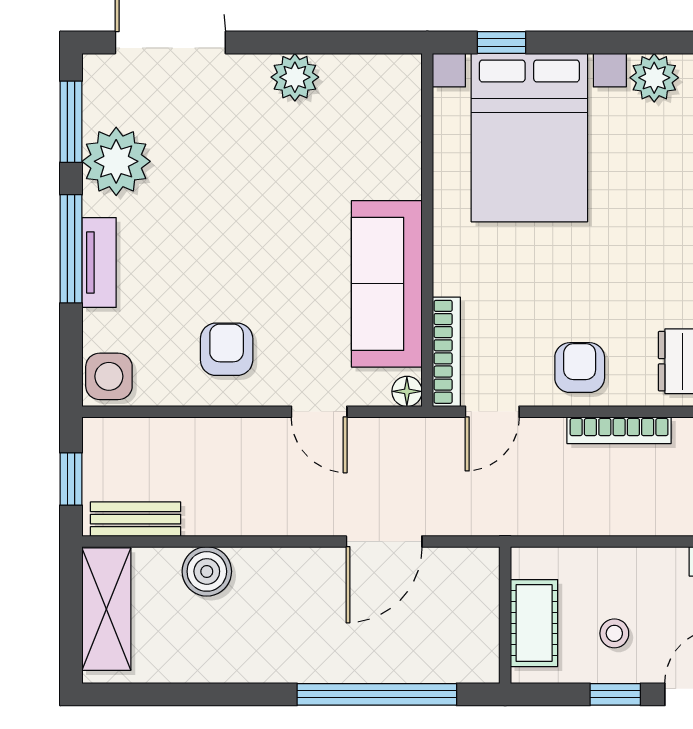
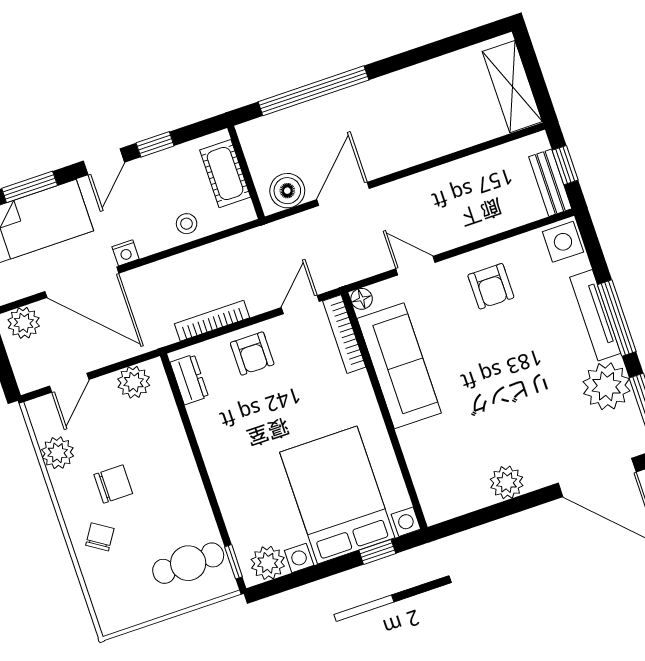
tv unit: (99, 262) -> (595, 315), width x1.41
bench: (136, 519) -> (550, 183), moved, turned 90
boiler: (207, 571) -> (287, 191), moved
stool: (614, 633) -> (187, 224), moved

